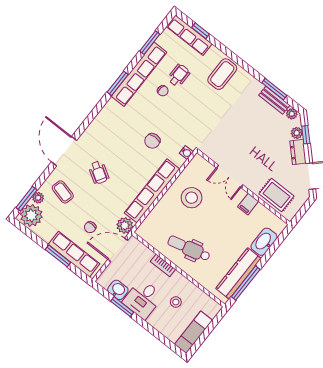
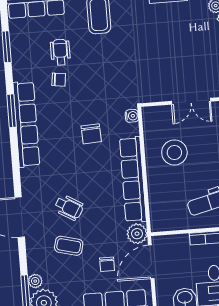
row of seats: (139, 74) -> (26, 124), moved
coffee table: (63, 192) -> (69, 246), moved

